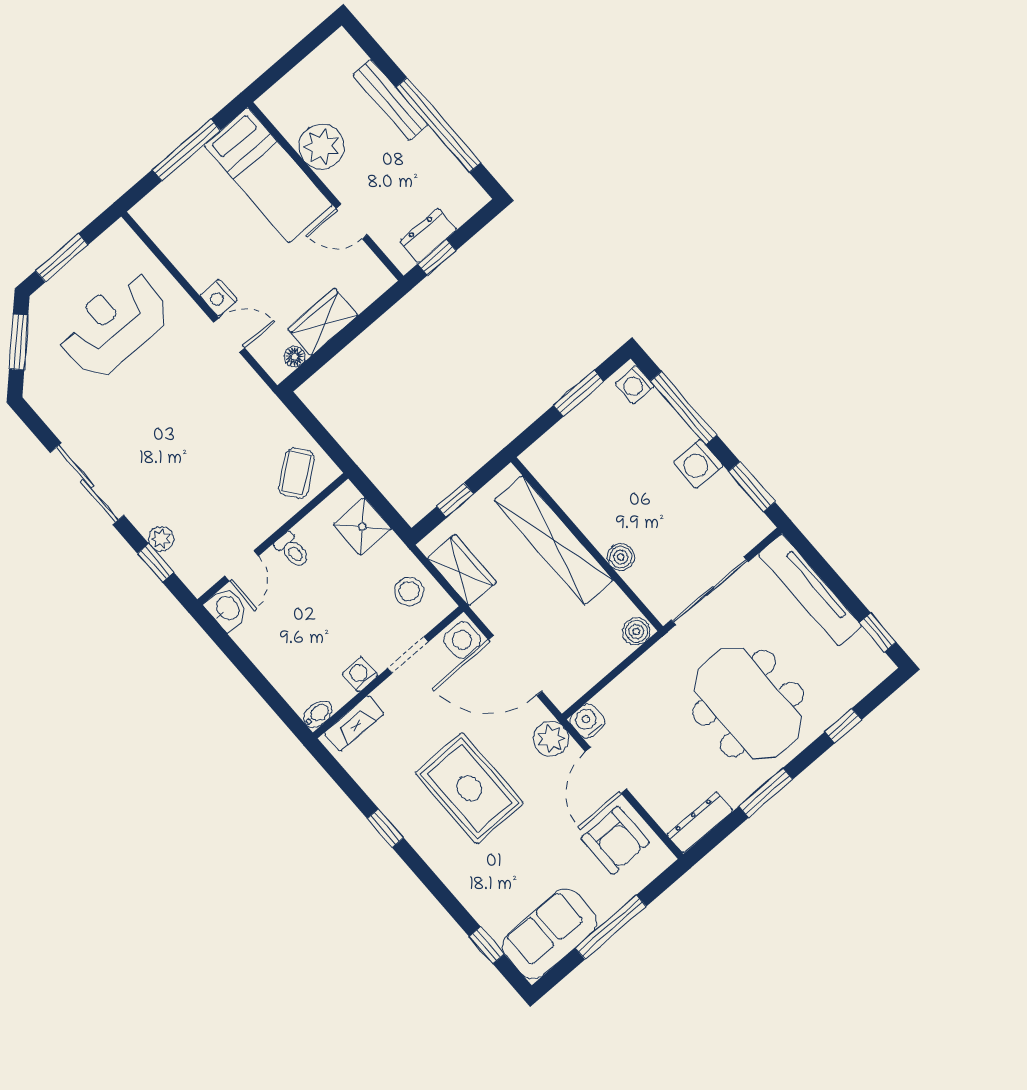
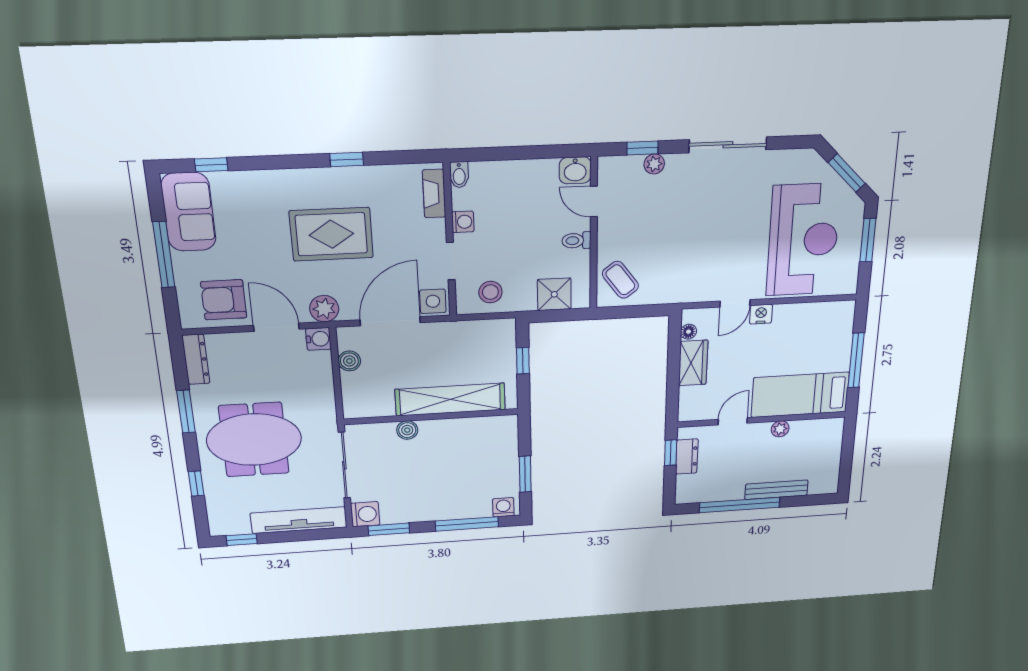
plant: (322, 147) -> (780, 429), width x0.53, depth x0.53
reception desk: (114, 325) -> (803, 240), width x1.36, depth x1.30
washing machine: (698, 464) -> (365, 514), moved, turned 90
wardrobe: (462, 570) -> (477, 333), removed
boiler: (636, 631) -> (349, 361), moved

